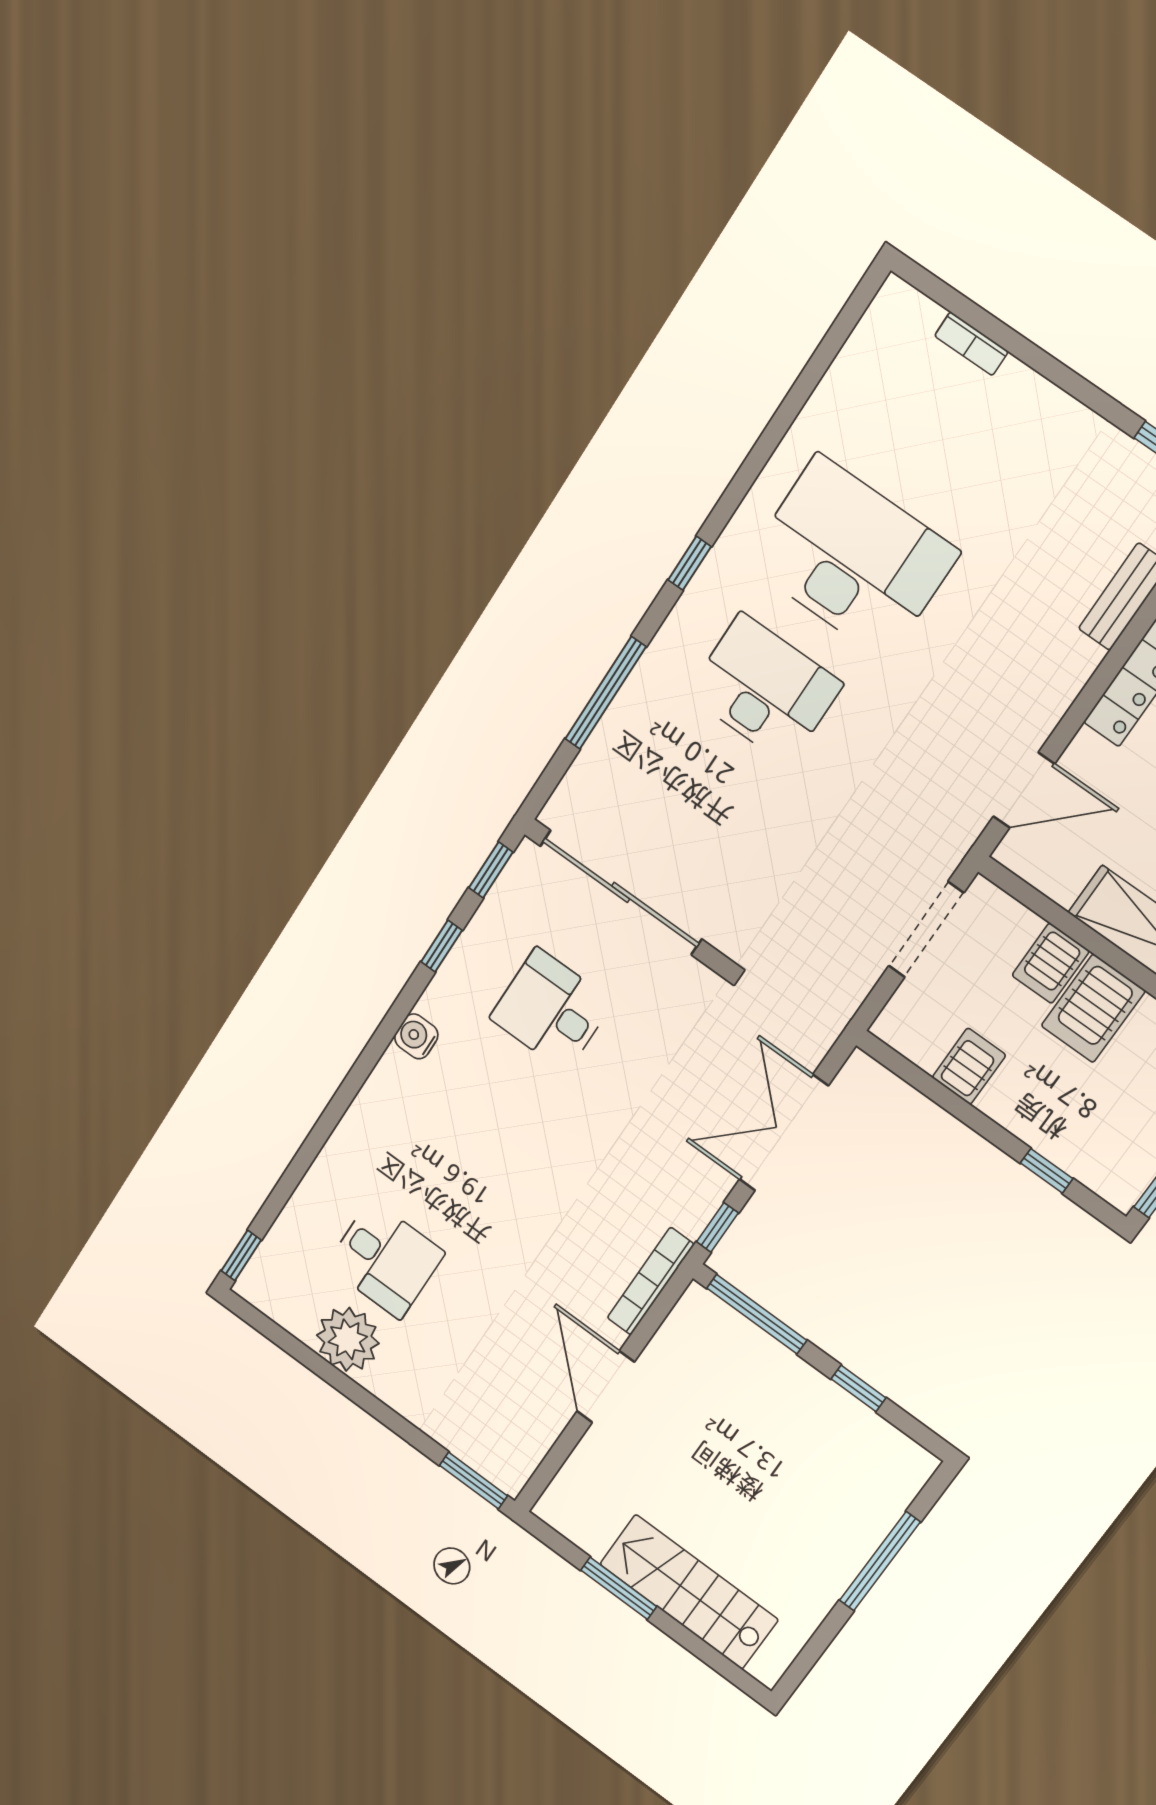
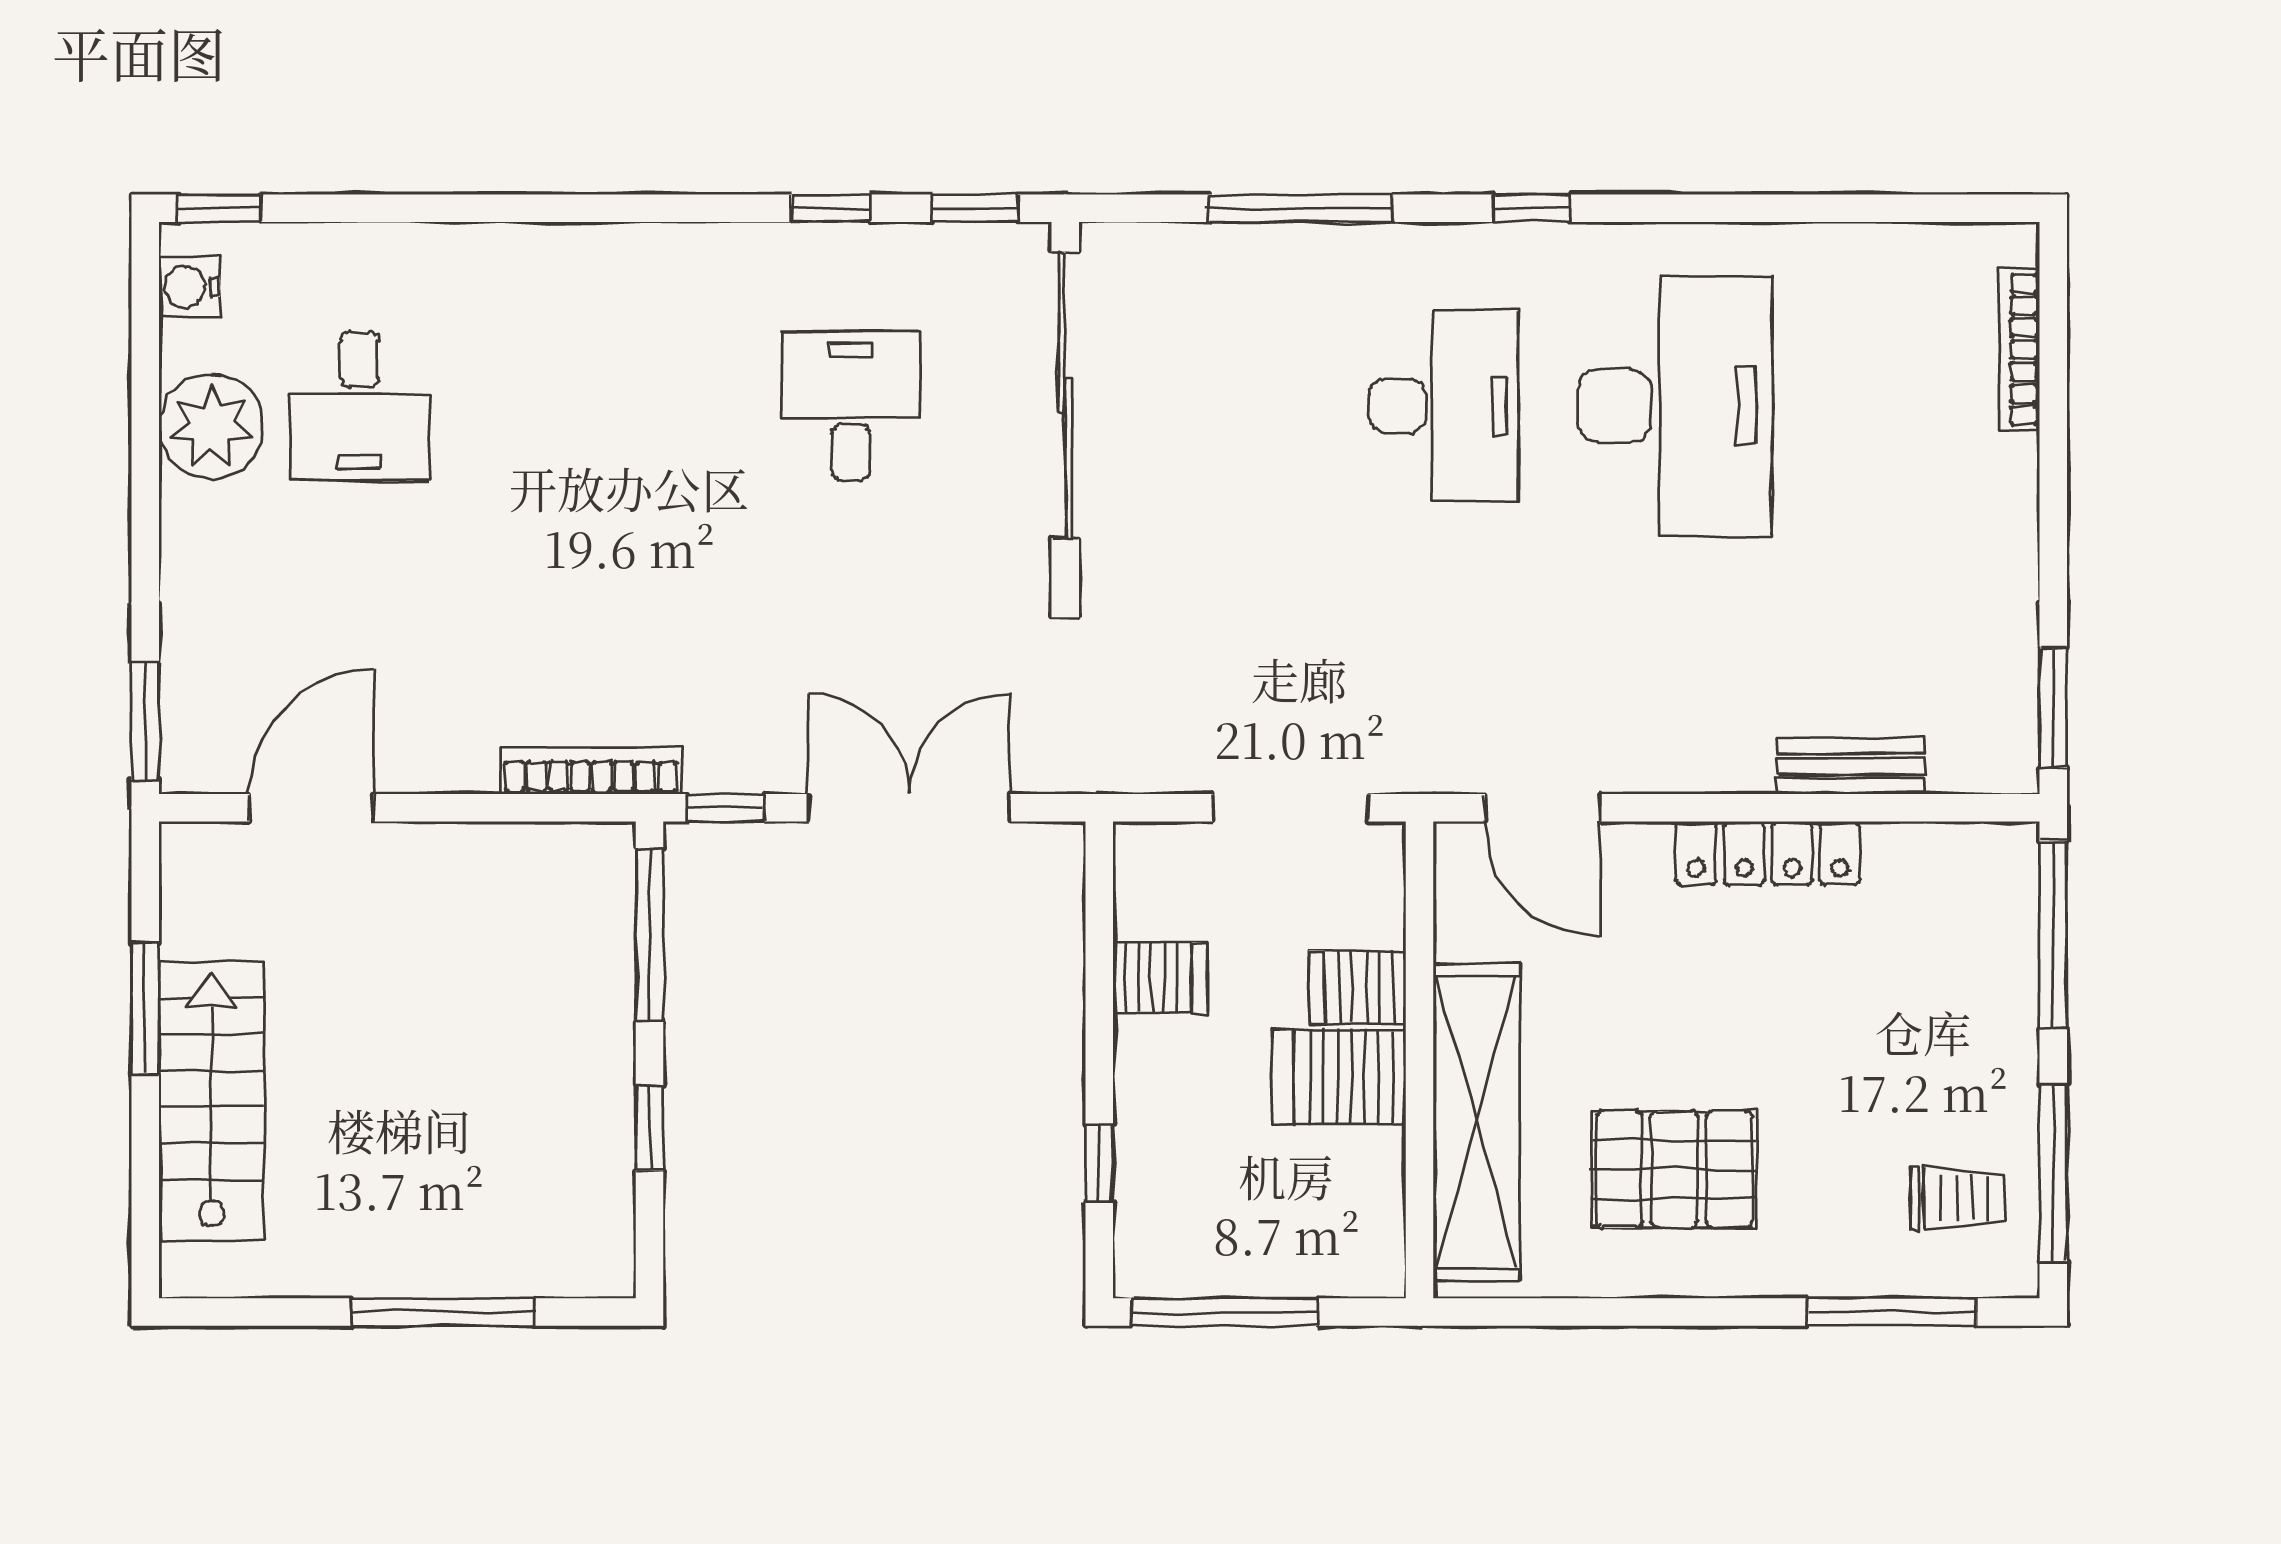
bookcase: (971, 344) -> (2019, 350), width x1.56
water cooler: (416, 1036) -> (189, 287), moved, turned -90
door: (606, 1387) -> (312, 808), moved

